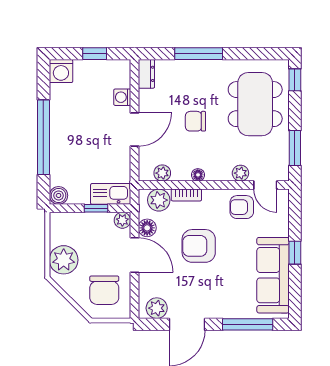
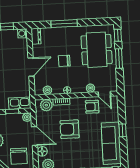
washing machine: (122, 97) -> (22, 33), moved
window: (295, 148) -> (119, 58), moved
floor lamp: (147, 228) -> (42, 151), moved

